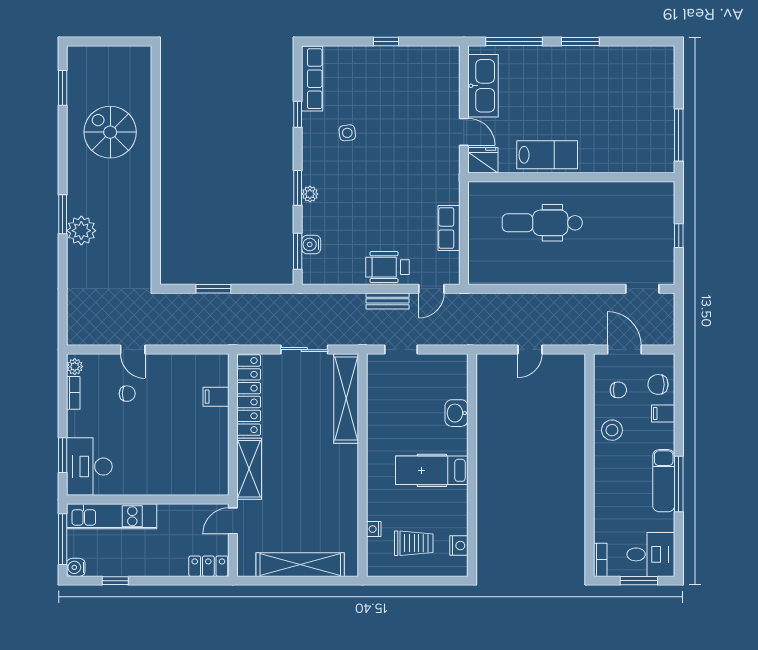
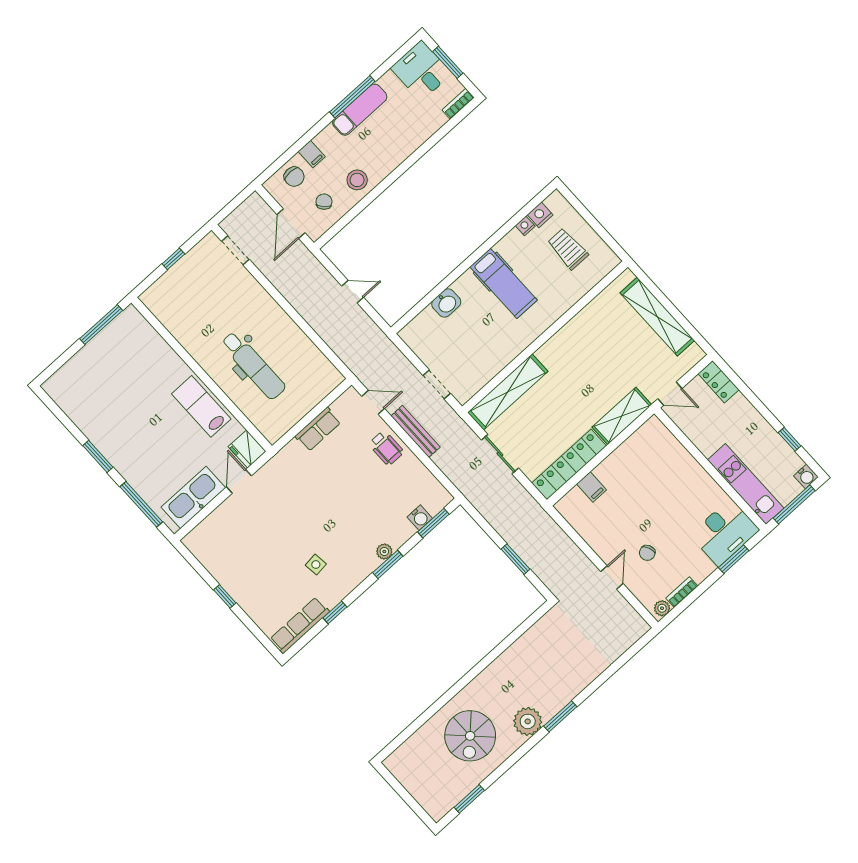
plant: (81, 231) -> (528, 721), moved
wheelchair: (387, 267) -> (386, 448), width x0.73, depth x0.73
bench: (388, 301) -> (416, 431), width x1.36
chair: (618, 390) -> (324, 202), turned 46
chair: (127, 394) -> (647, 553), turned -113
nightstand: (374, 529) -> (525, 226), moved, turned 180

